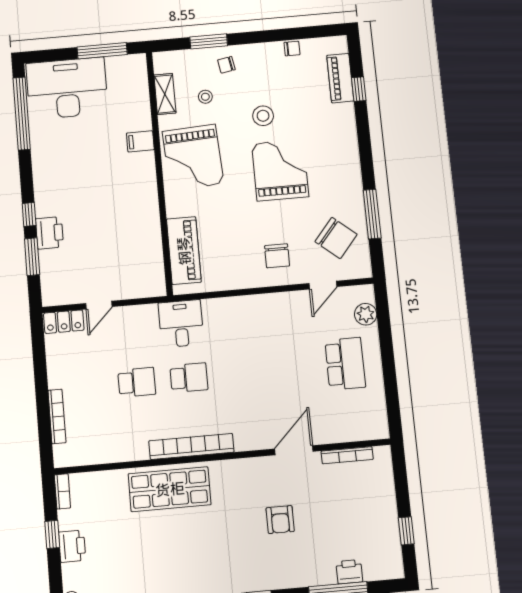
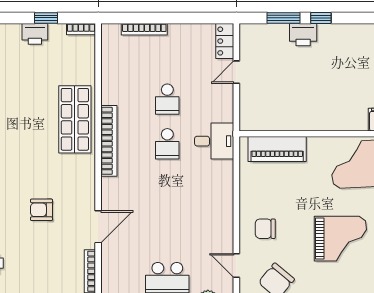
door: (99, 305) -> (236, 72), hinge flipped
door: (294, 450) -> (98, 227), hinge flipped

